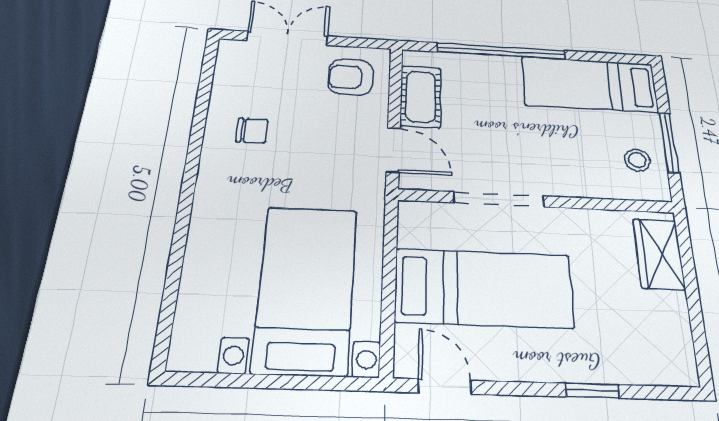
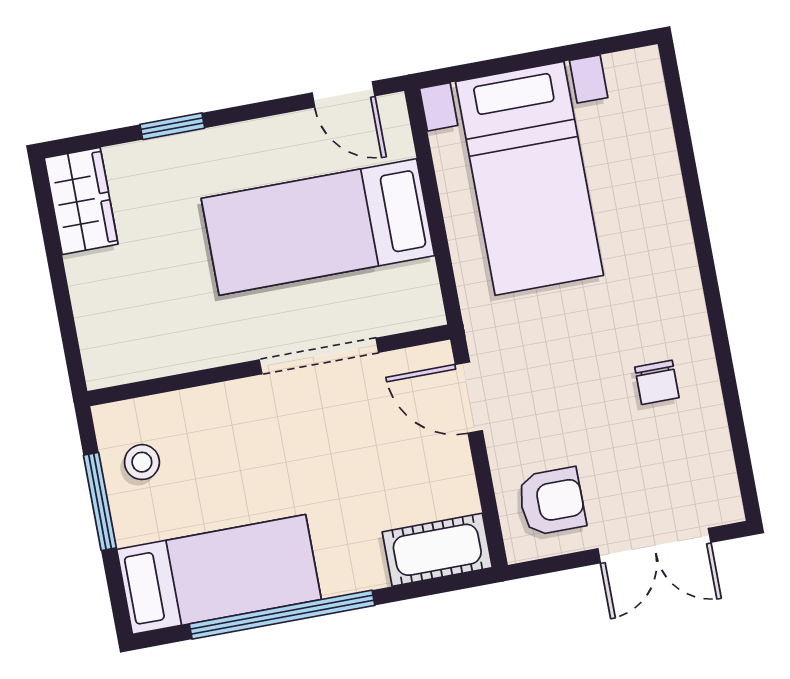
window: (501, 51) -> (282, 615), moved
cot: (421, 97) -> (437, 550), moved, turned 90
chair: (252, 131) -> (657, 382), turned -90
wardrobe: (659, 254) -> (81, 201), moved

